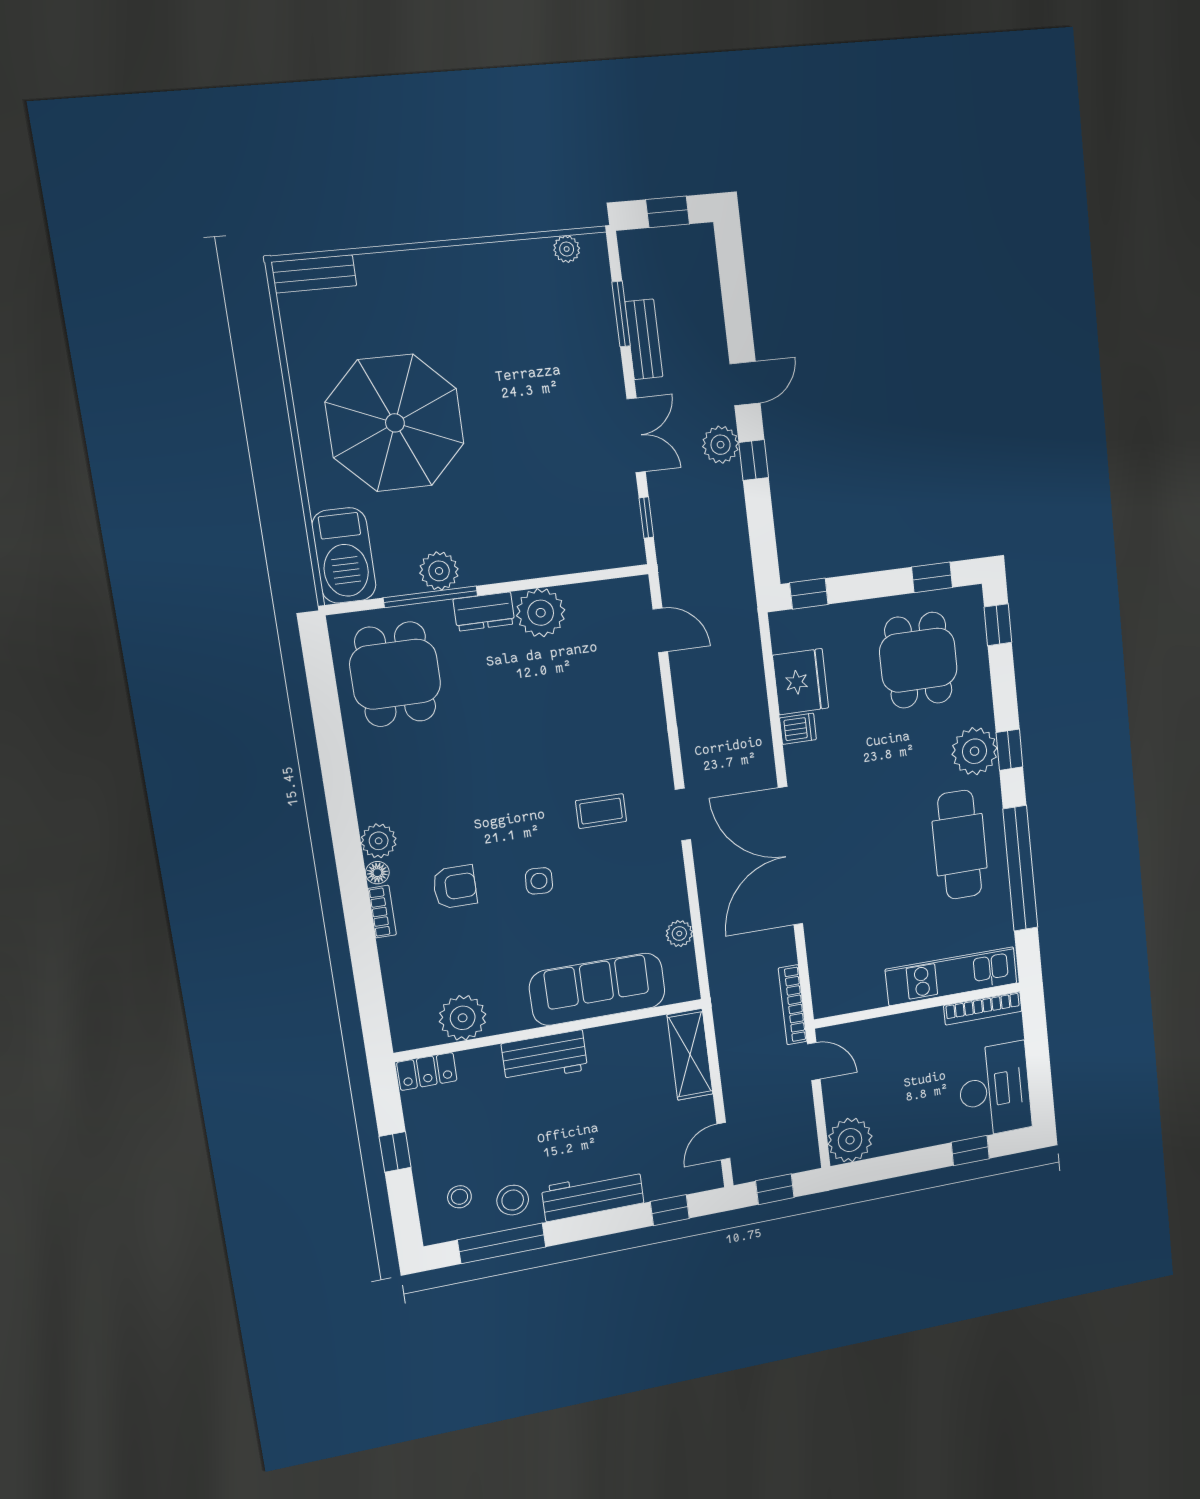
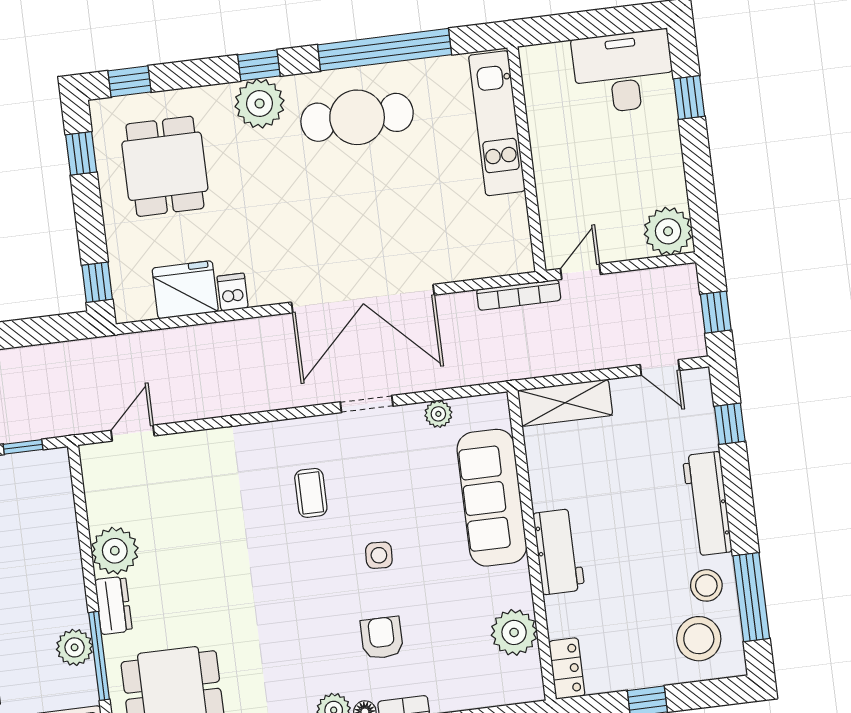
dining table: (918, 660) -> (165, 166), turned 90
doorway: (683, 815) -> (367, 404), moved
bookcase: (983, 1008) -> (534, 87), removed
stool: (459, 1197) -> (699, 639), width x1.89, depth x1.89

